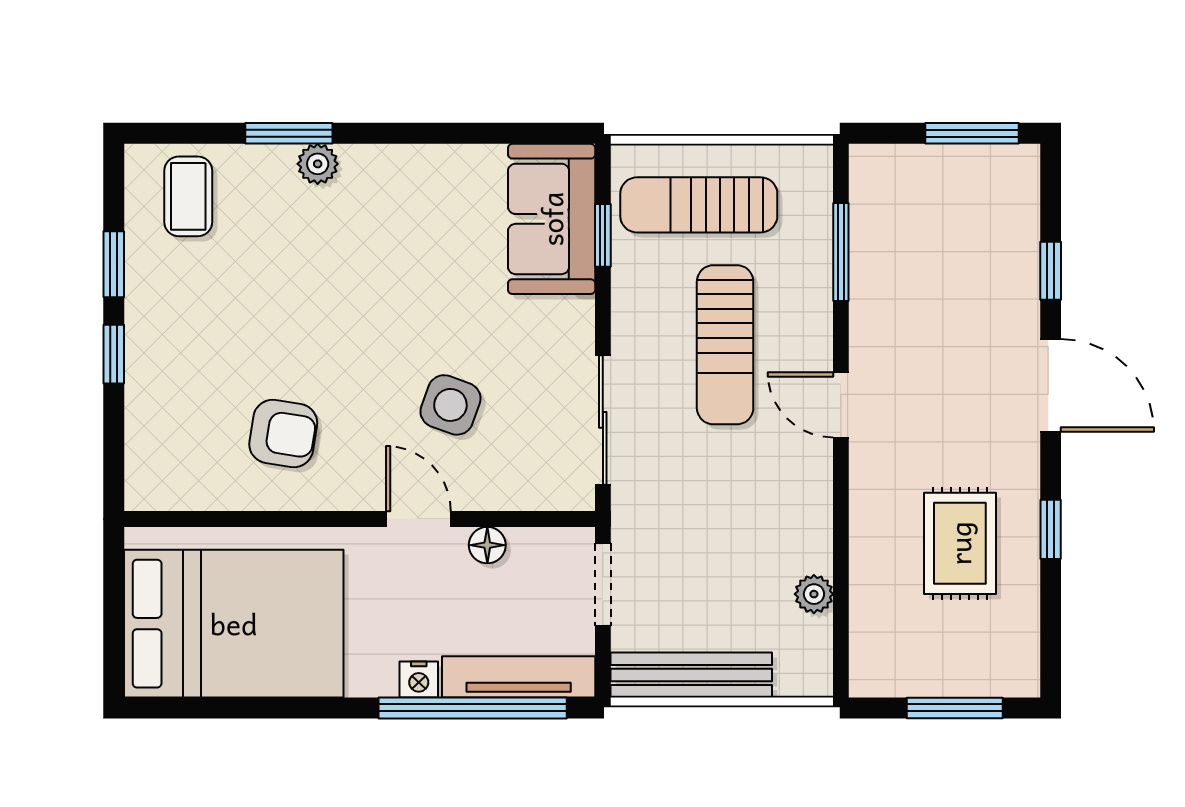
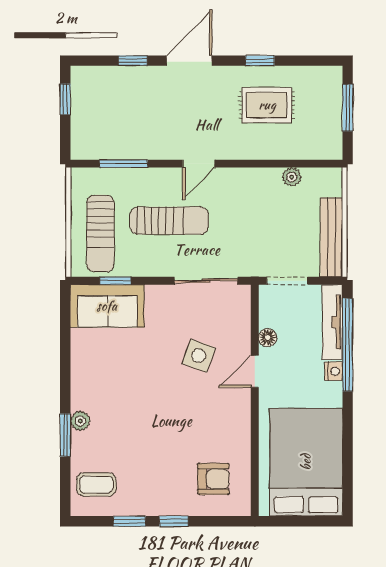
window: (972, 133) -> (65, 99), width x0.67
armchair: (283, 433) -> (213, 479), moved, turned 81

